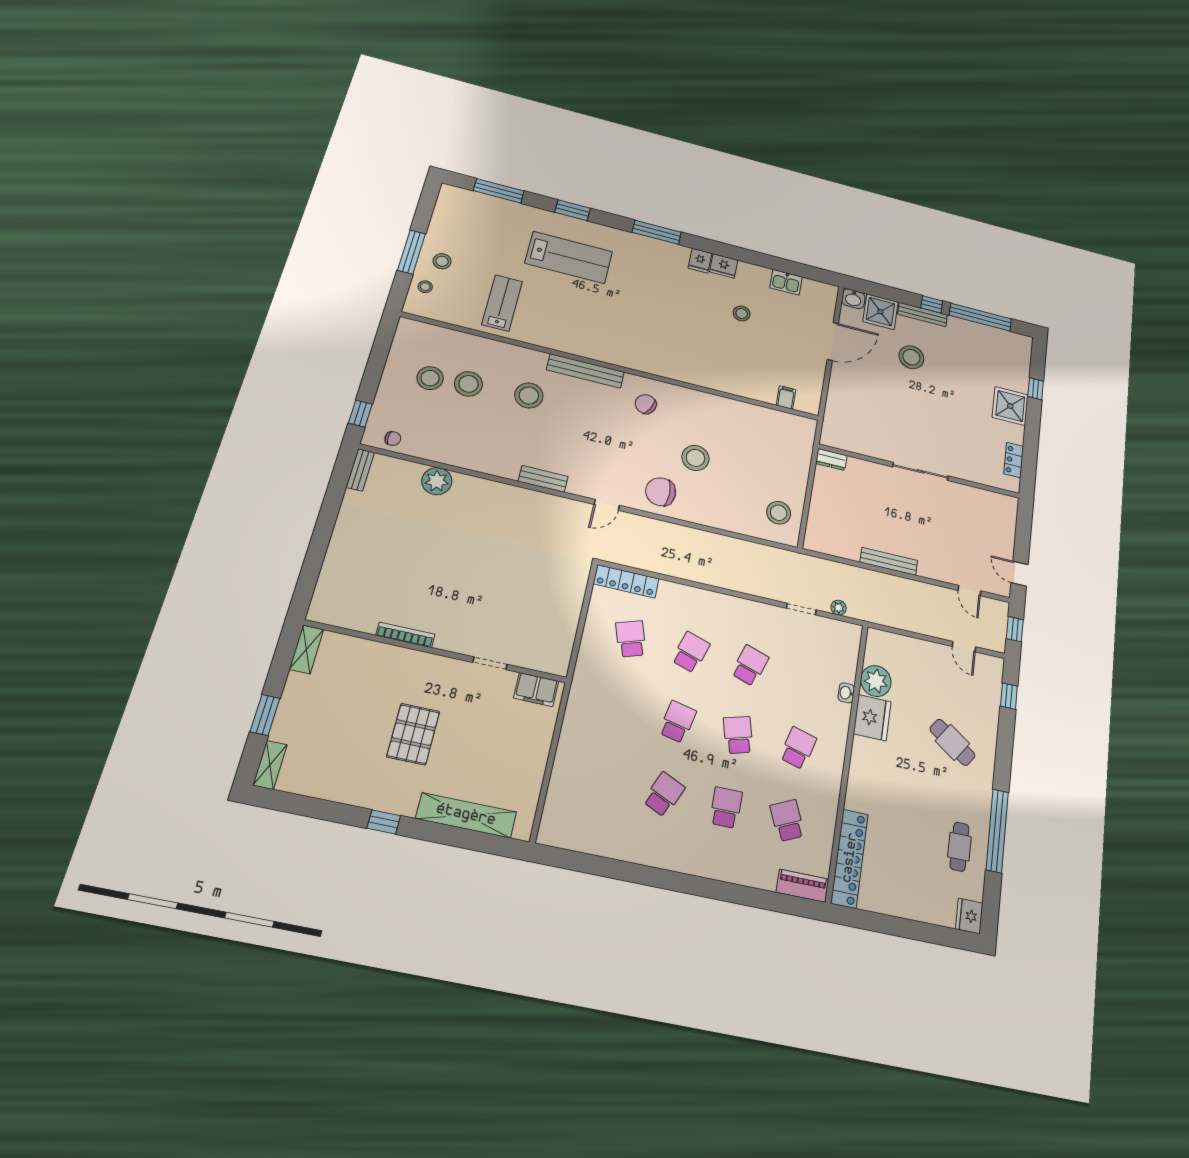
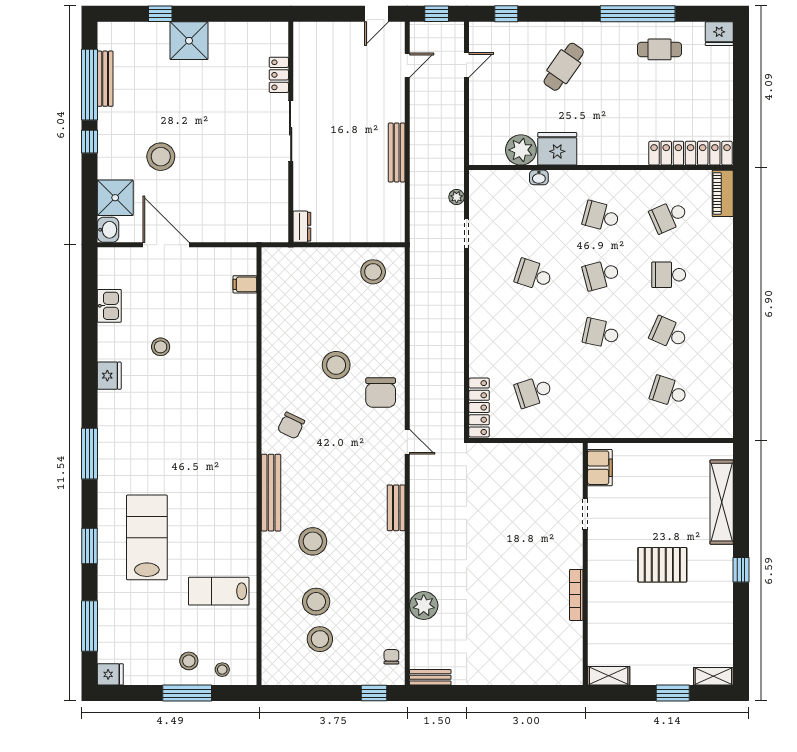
fridge: (700, 261) -> (110, 674), moved
bench: (922, 314) -> (105, 79), moved
locker: (1014, 460) -> (279, 75), moved, turned 90
school desk: (691, 652) -> (669, 392), moved

